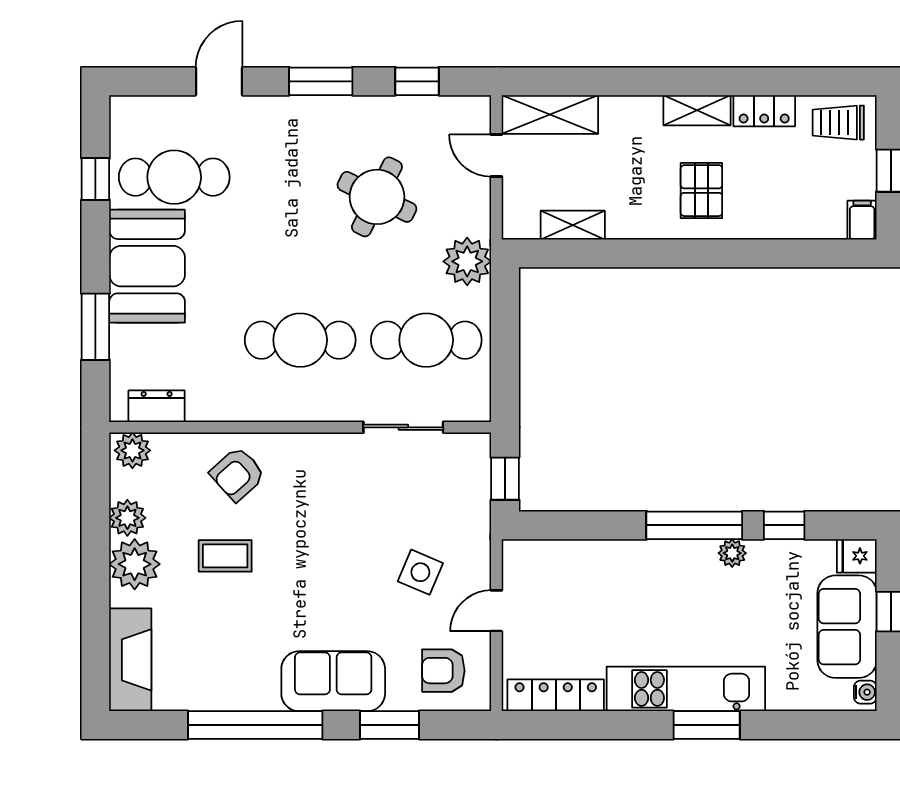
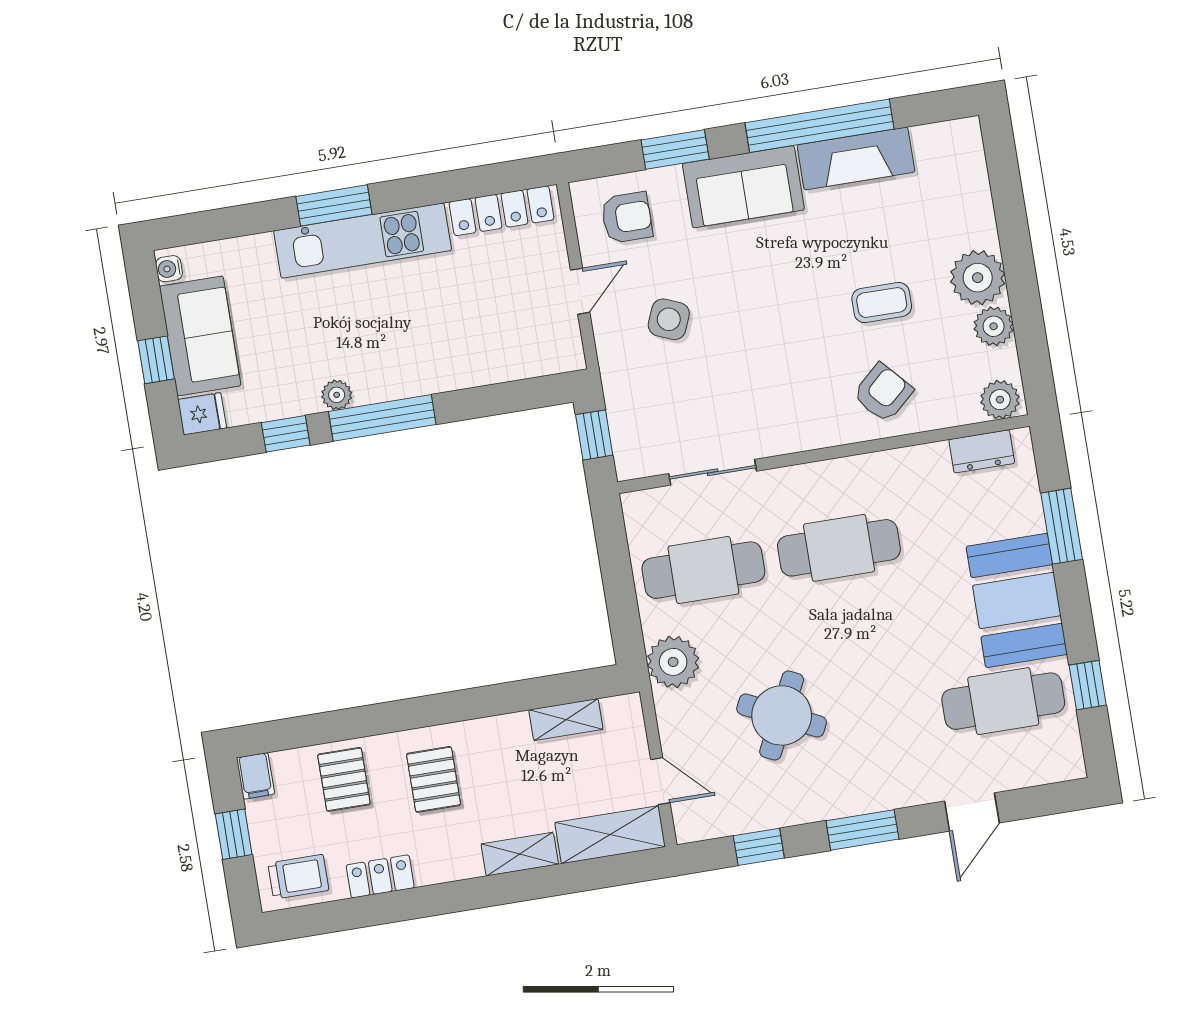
shelving: (697, 110) -> (520, 854), moved
pallet: (783, 204) -> (344, 779), added
fireplace: (130, 660) -> (856, 158), moved, turned -90

